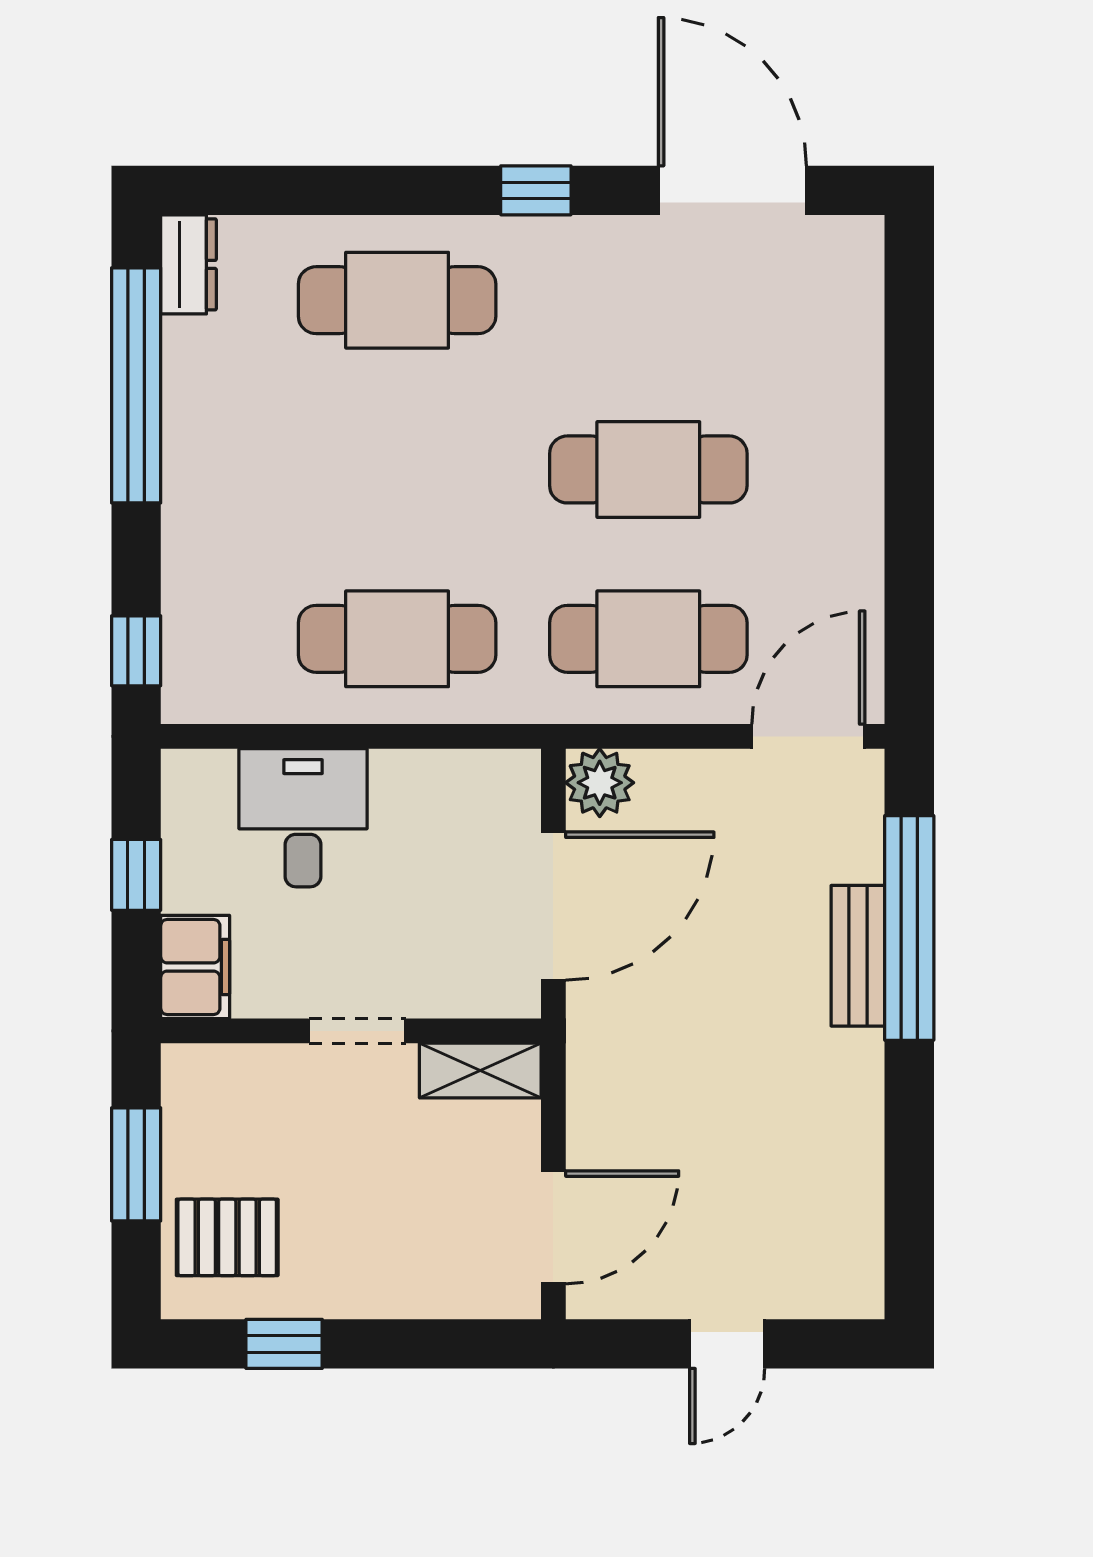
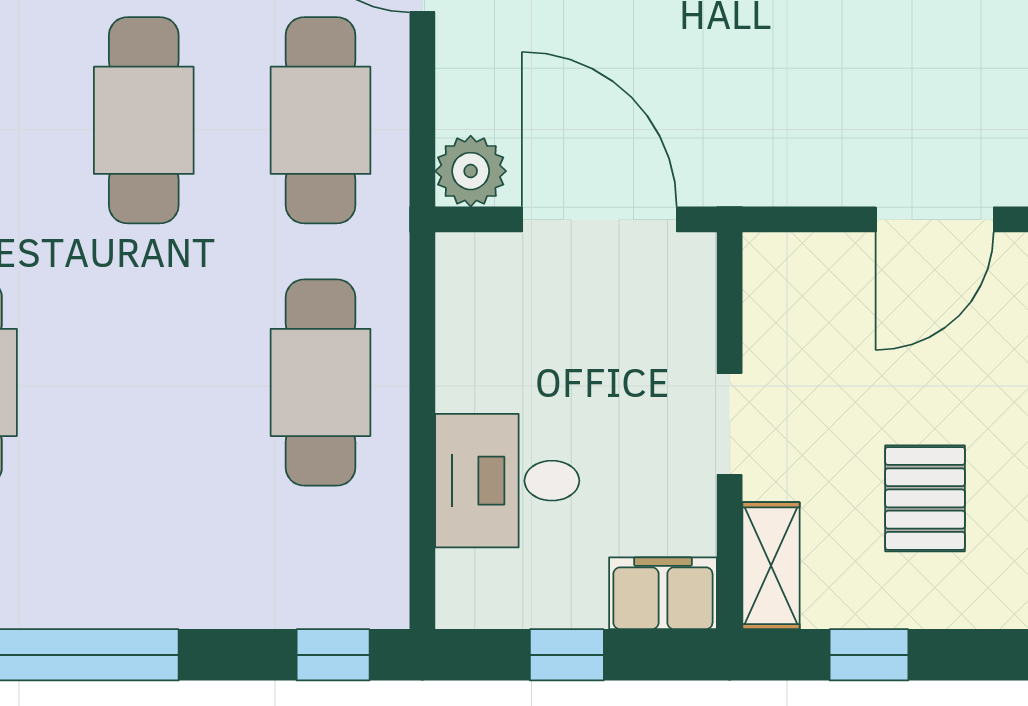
shelving: (480, 1071) -> (771, 566), moved
window: (136, 1164) -> (869, 655), width x0.67
door: (553, 1227) -> (935, 219), swing flipped
pallet: (227, 1237) -> (925, 498), moved

